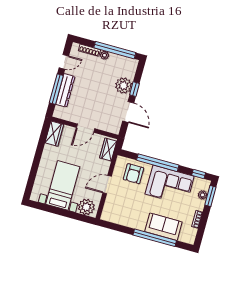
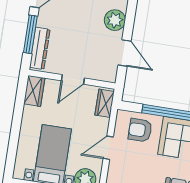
window: (134, 89) -> (129, 23), removed
dresser: (65, 90) -> (40, 48), moved
armchair: (134, 174) -> (140, 130), turned 90

